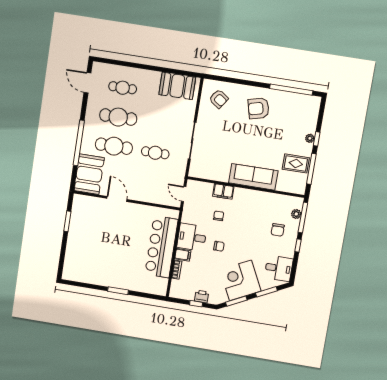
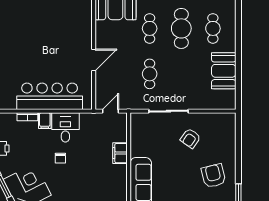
booth: (177, 86) -> (224, 71), moved
armchair: (219, 99) -> (190, 138), moved
cafe table: (114, 146) -> (150, 28), width x0.73, depth x0.74
door: (117, 199) -> (94, 60), moved
chair: (219, 216) -> (93, 152), removed

